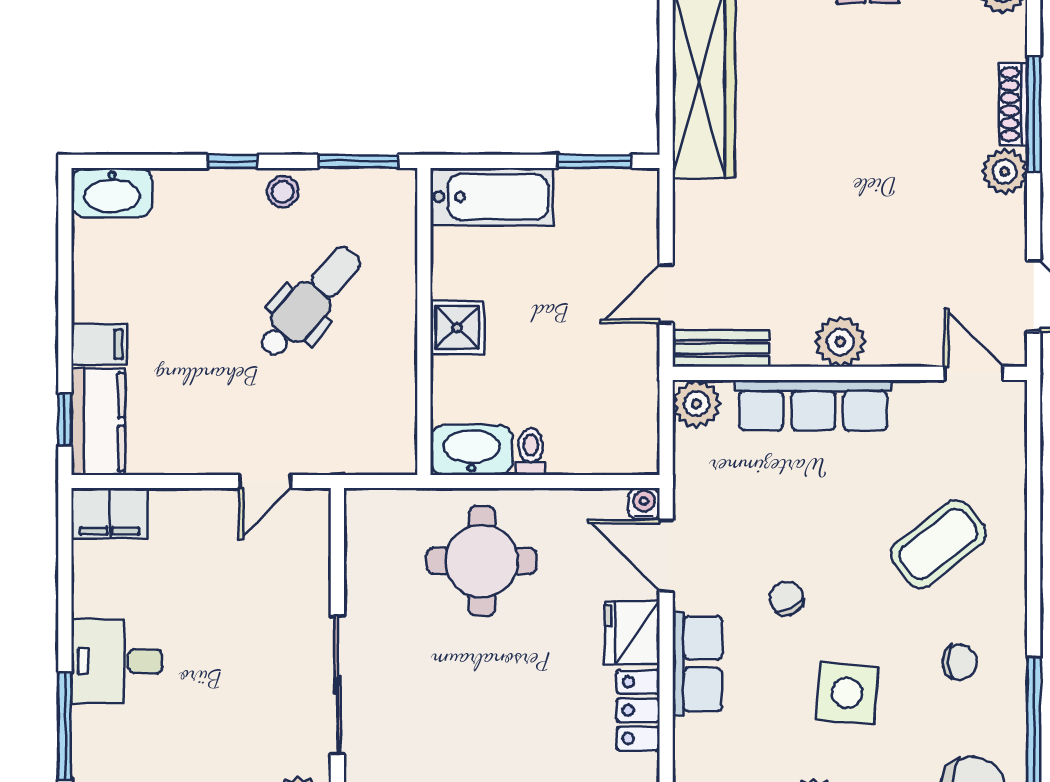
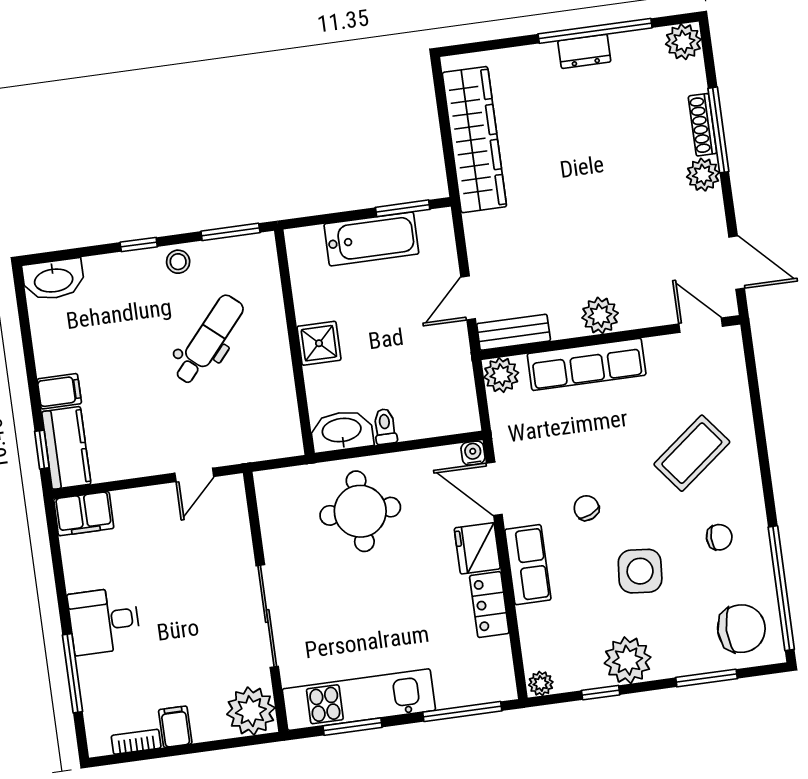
bathtub: (492, 197) -> (371, 239), moved

